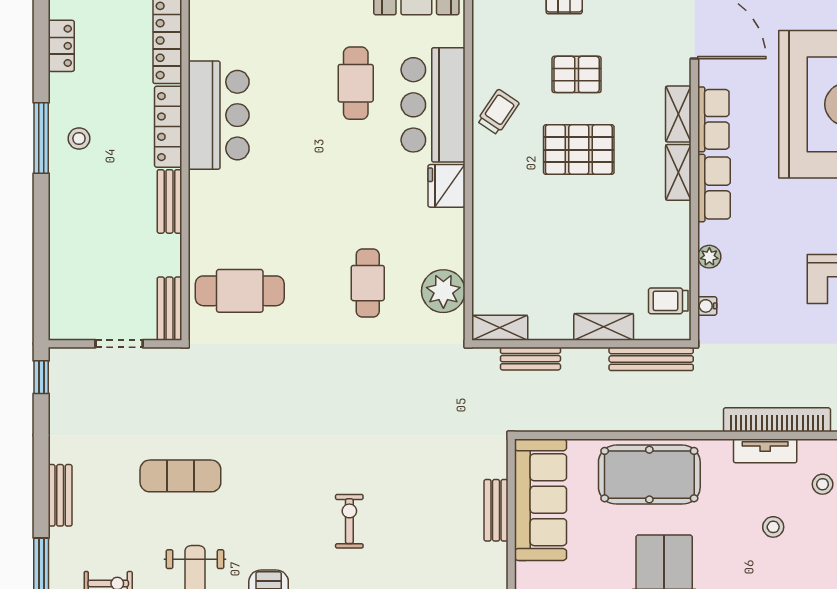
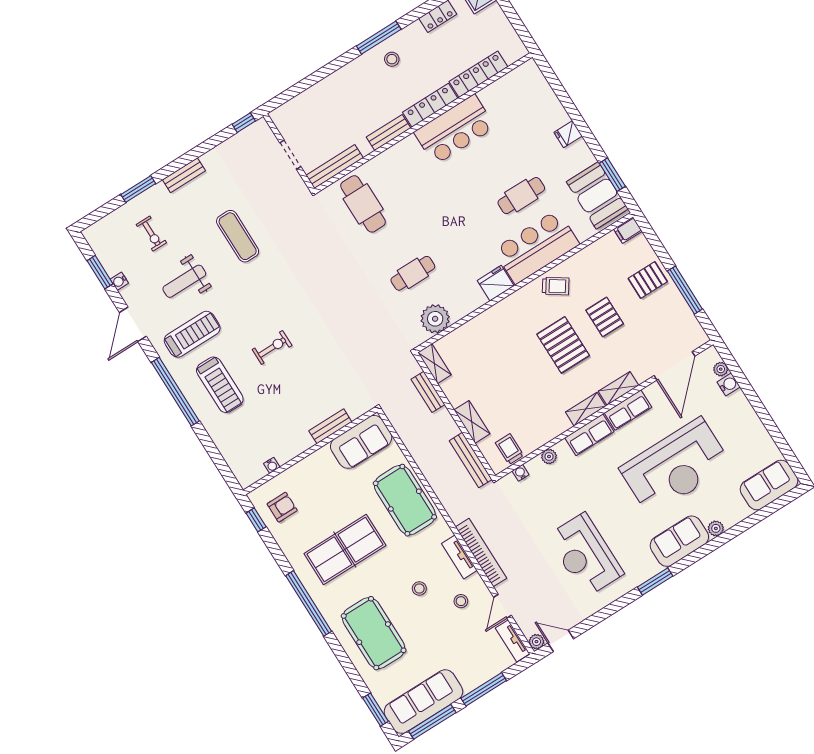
bench: (170, 309) -> (335, 167), width x1.36
sofa: (541, 500) -> (361, 442), width x0.73

